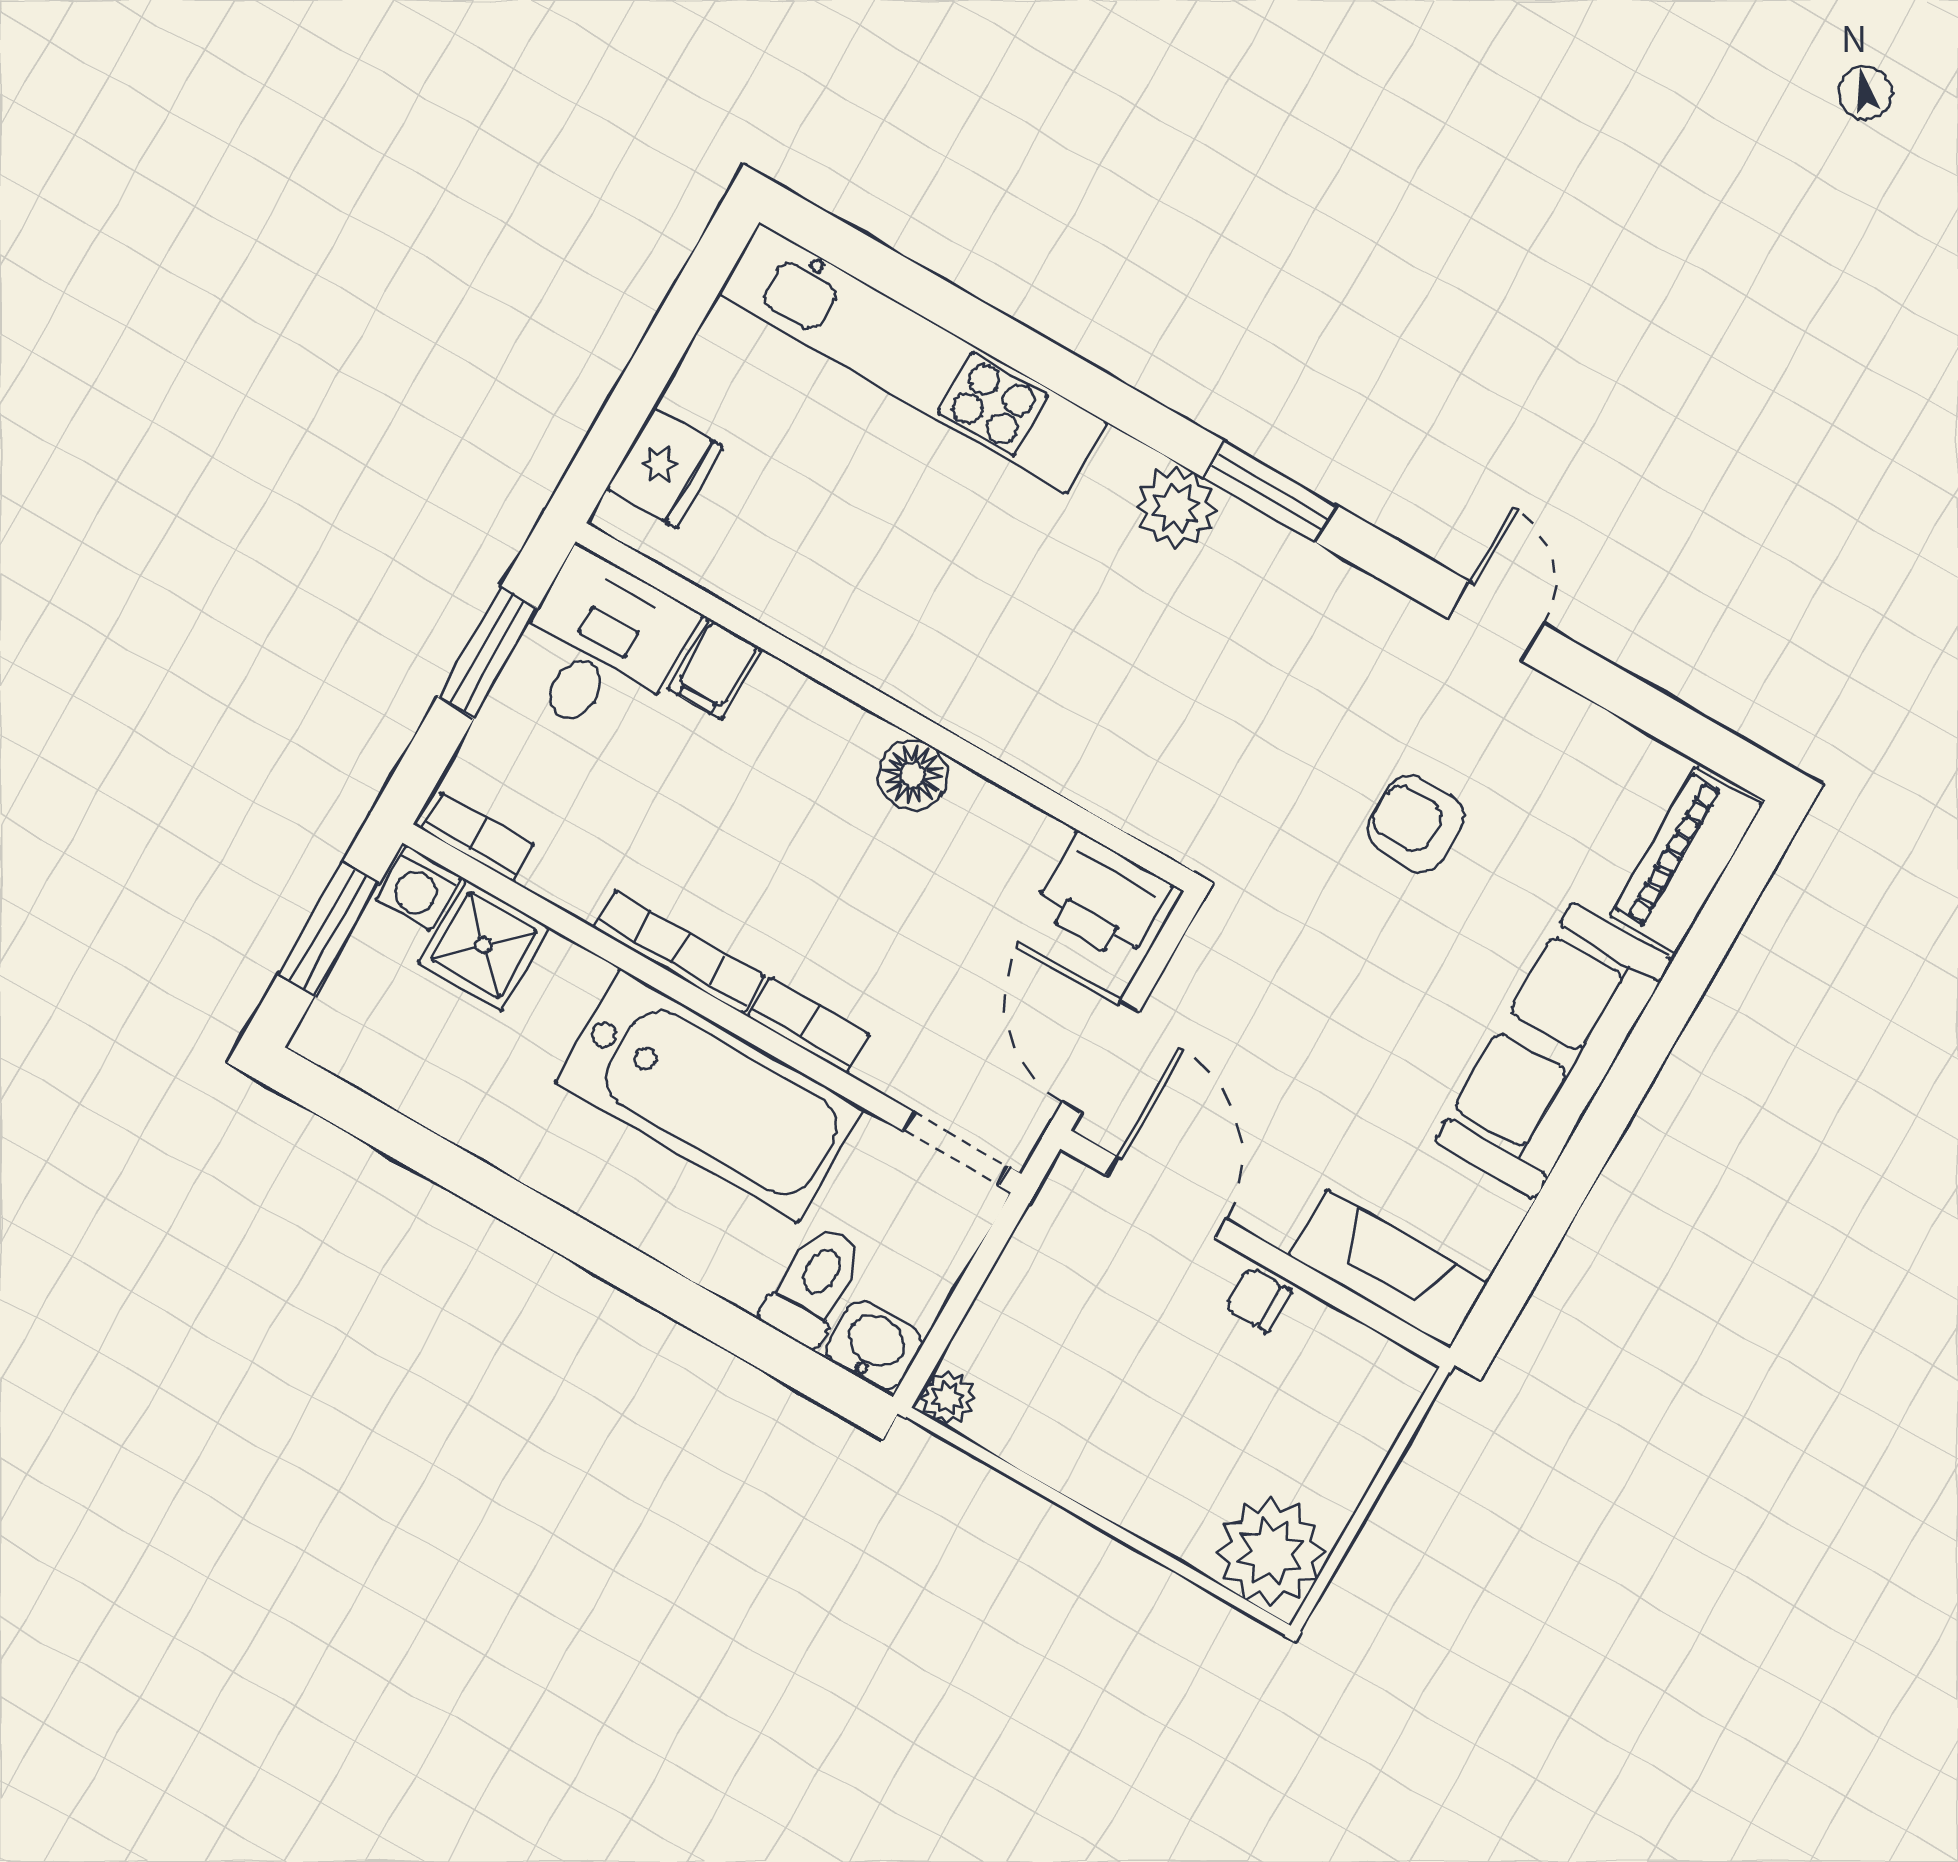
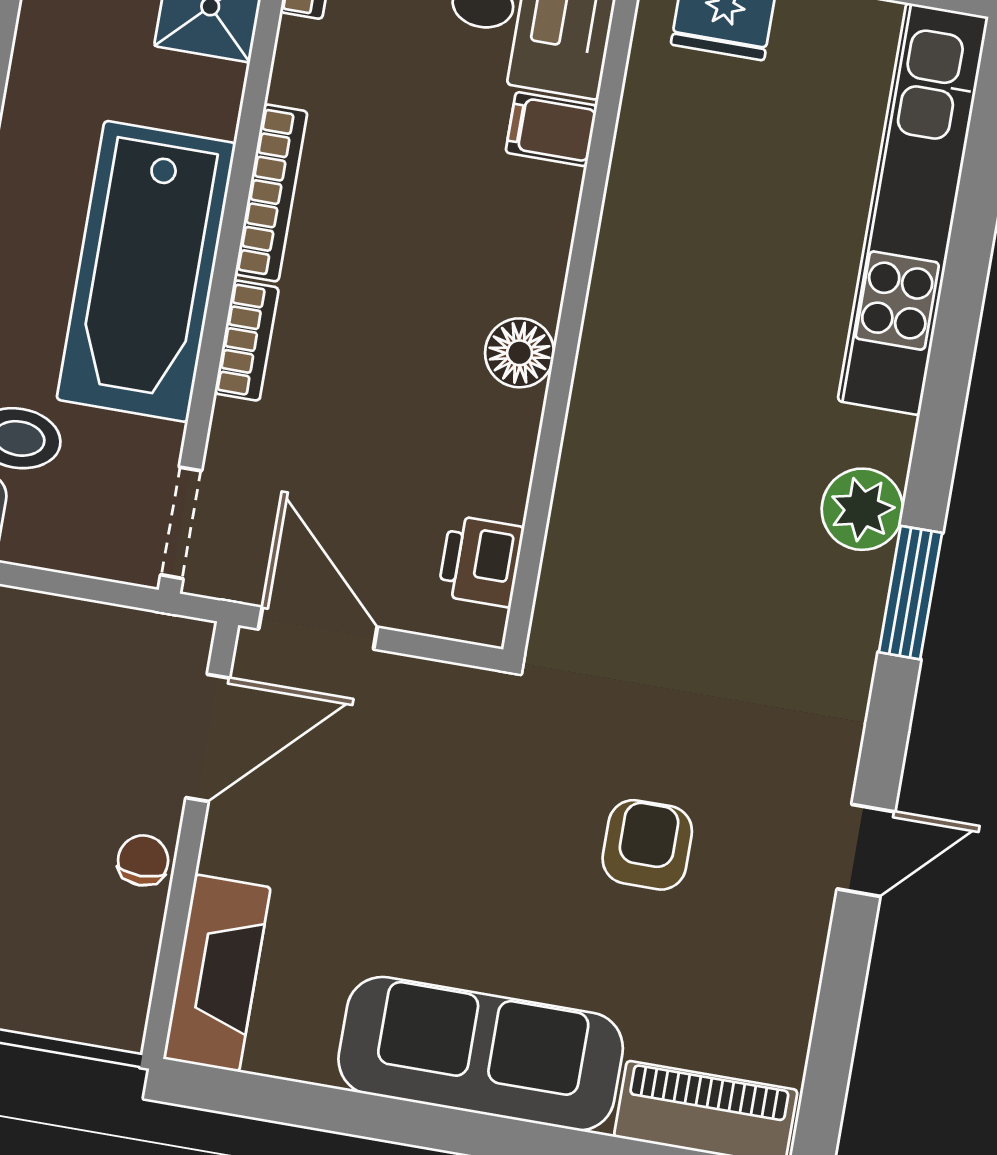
printer: (1102, 897) -> (481, 561), width x0.73, depth x0.81
door: (1101, 1057) -> (318, 628), hinge flipped

